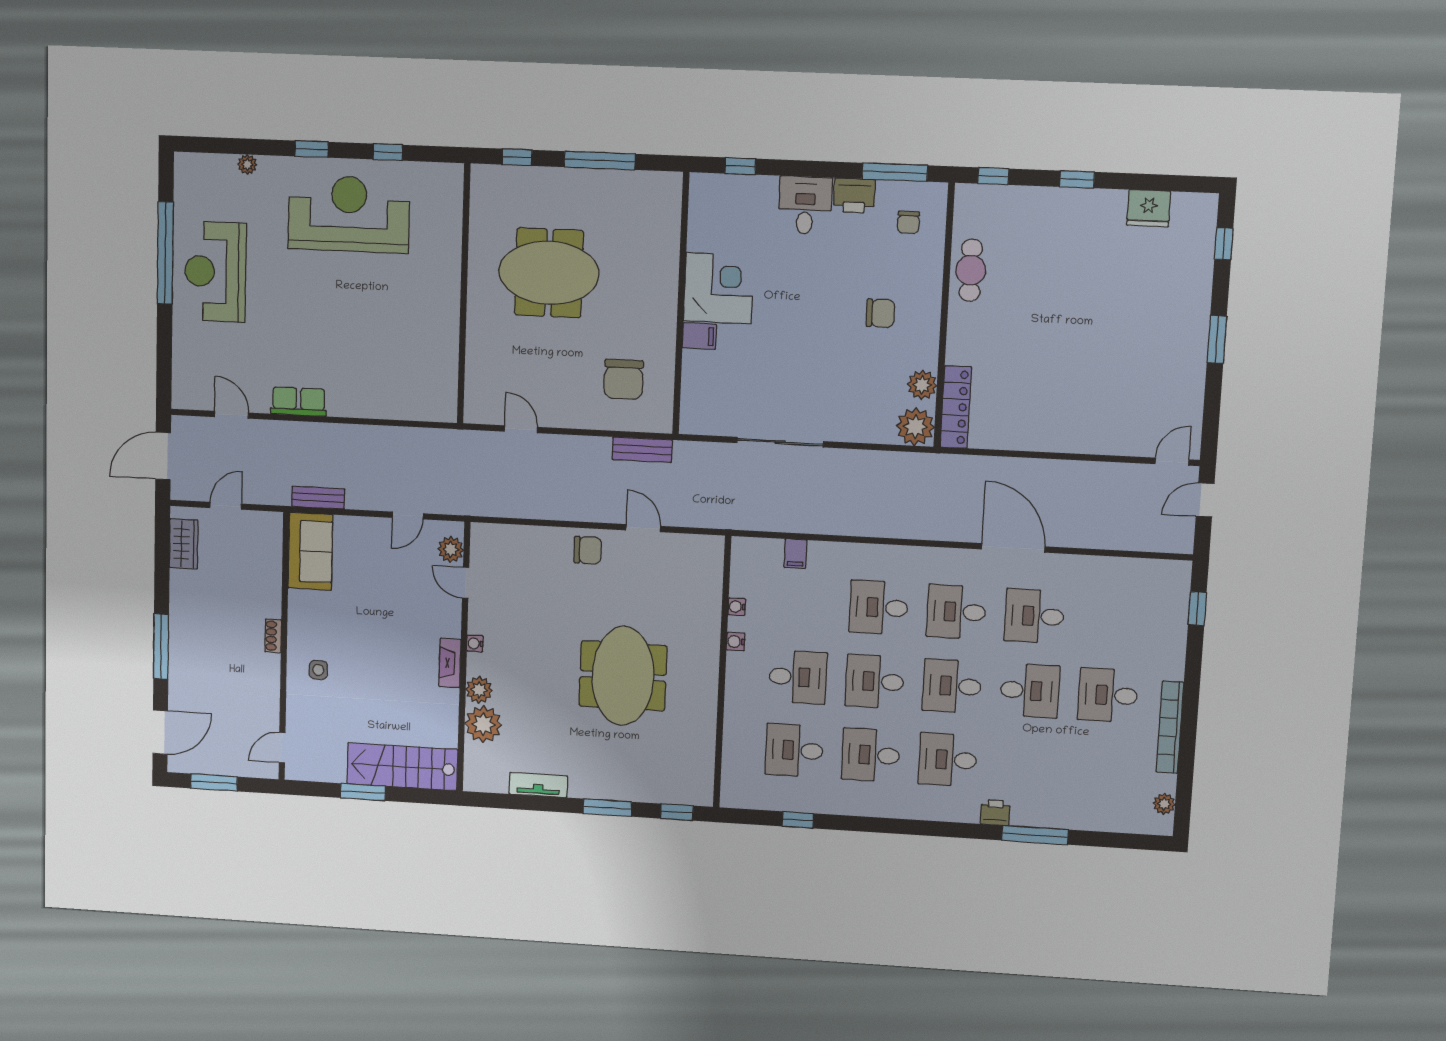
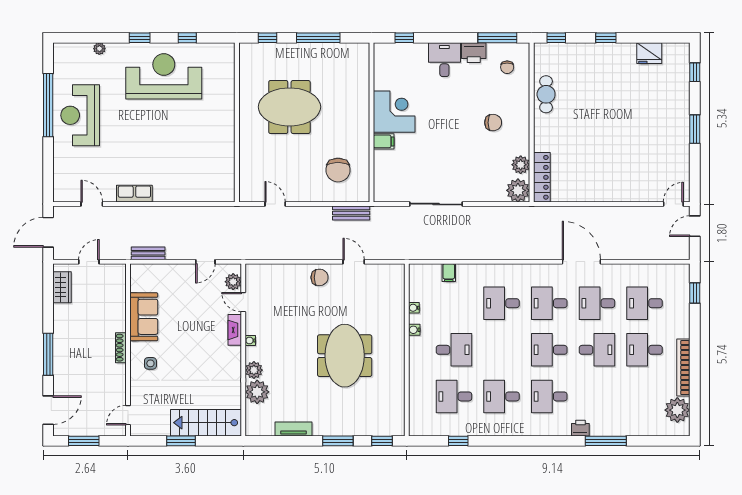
sofa: (310, 551) -> (144, 317), moved
shoe rack: (273, 636) -> (121, 348), width x1.43
fireplace: (450, 663) -> (235, 330), moved
desk: (875, 682) -> (645, 303), moved
plant: (1164, 804) -> (677, 410), width x1.87, depth x1.87

